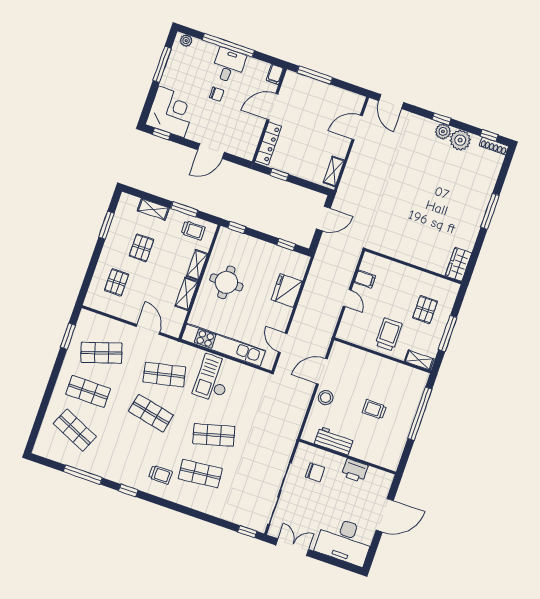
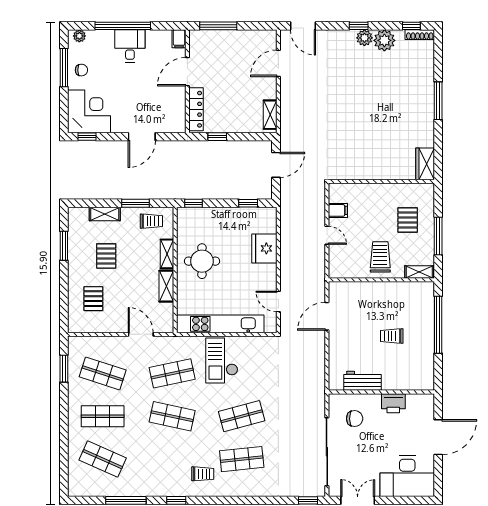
chair: (217, 94) -> (81, 70), moved
shop shelf: (102, 353) -> (103, 373), turned 36
stool: (326, 398) -> (339, 341), removed

